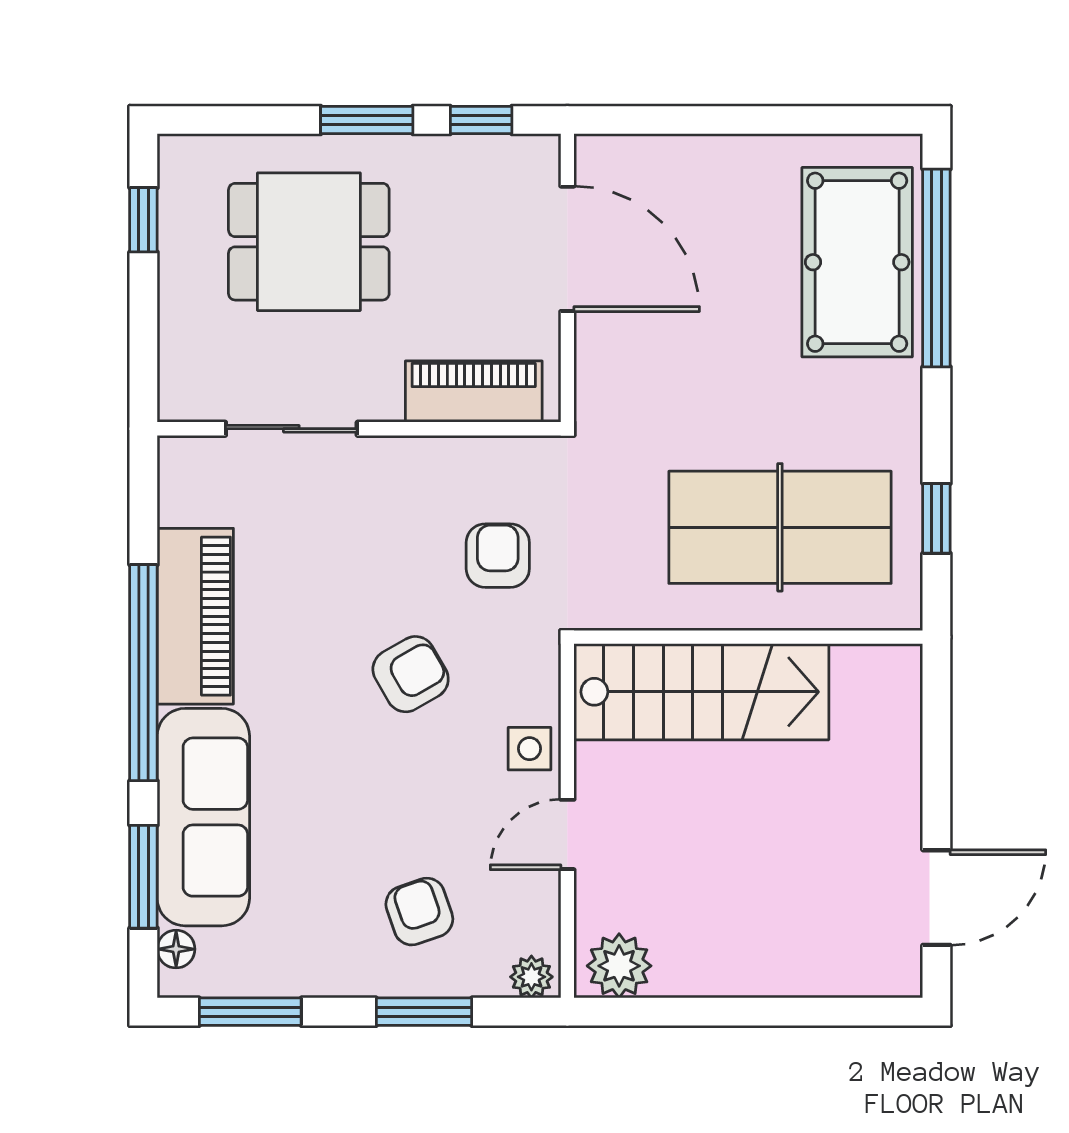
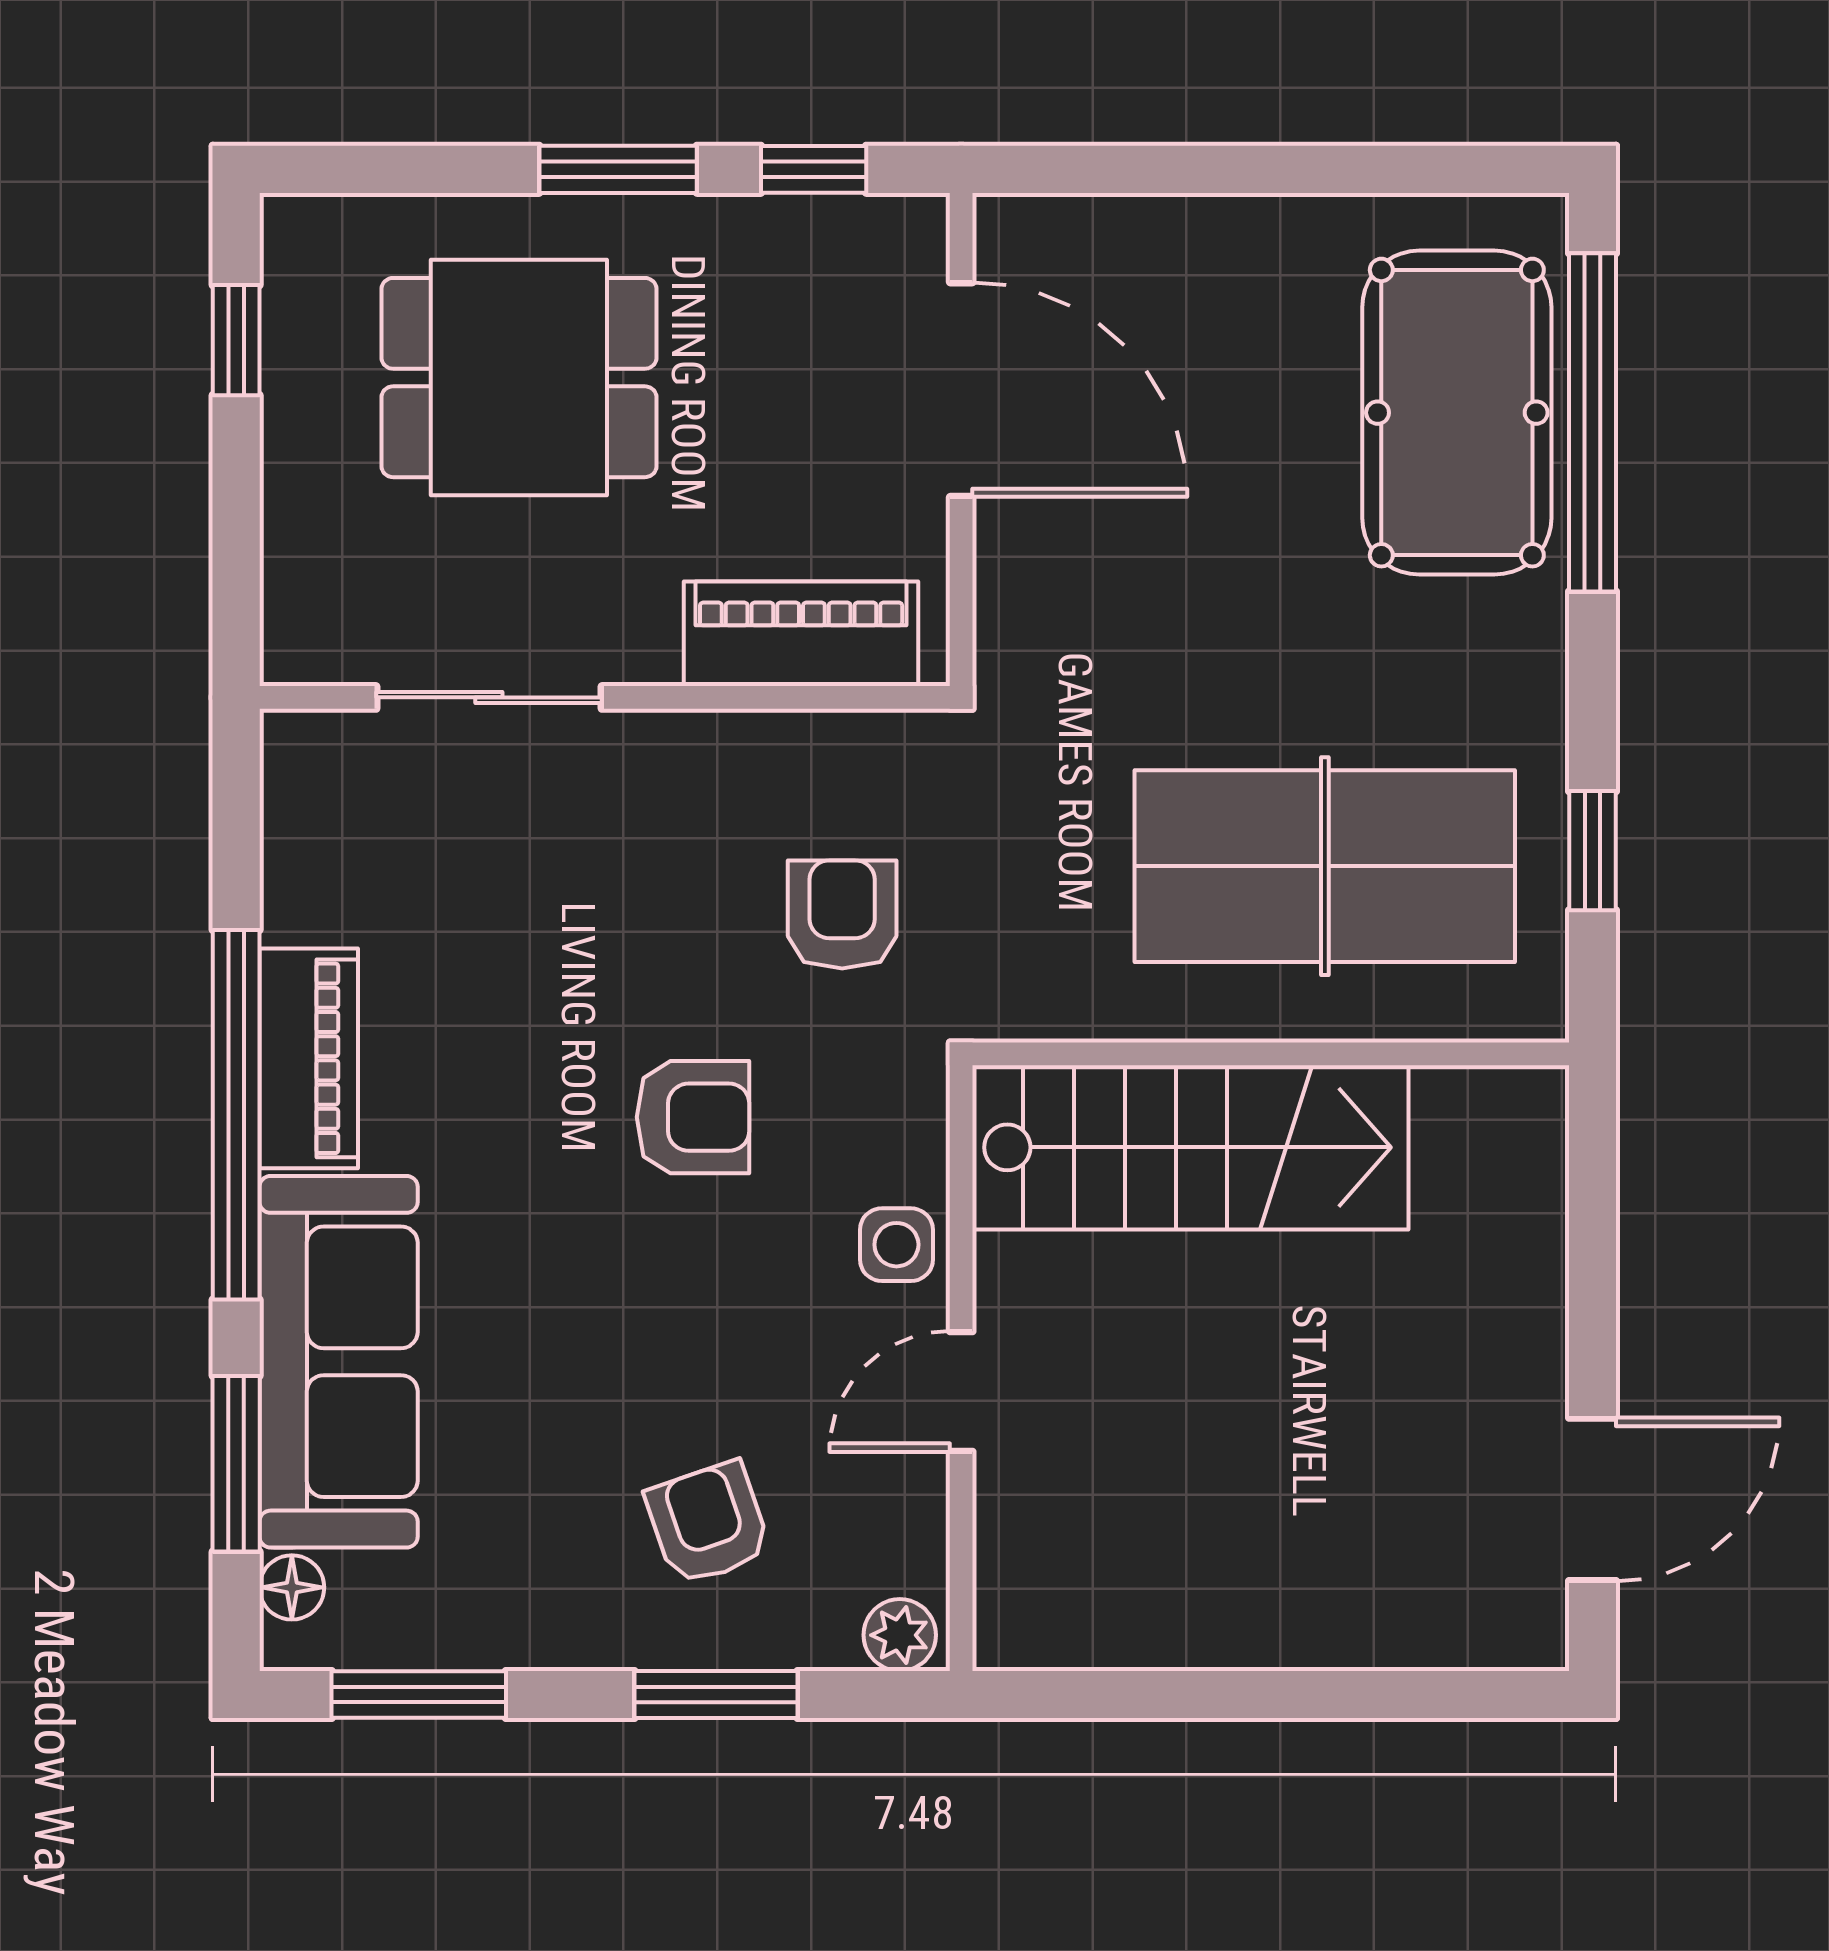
piano: (195, 616) -> (309, 1058), width x0.73, depth x0.75
armchair: (411, 674) -> (693, 1117), turned 30
plant: (619, 966) -> (1050, 1616), removed

